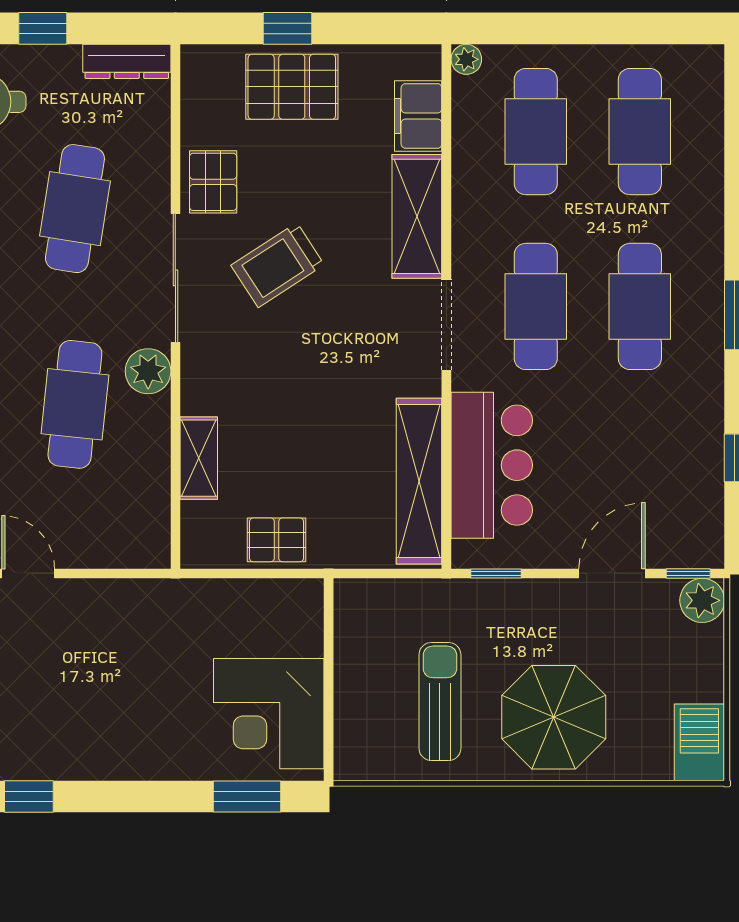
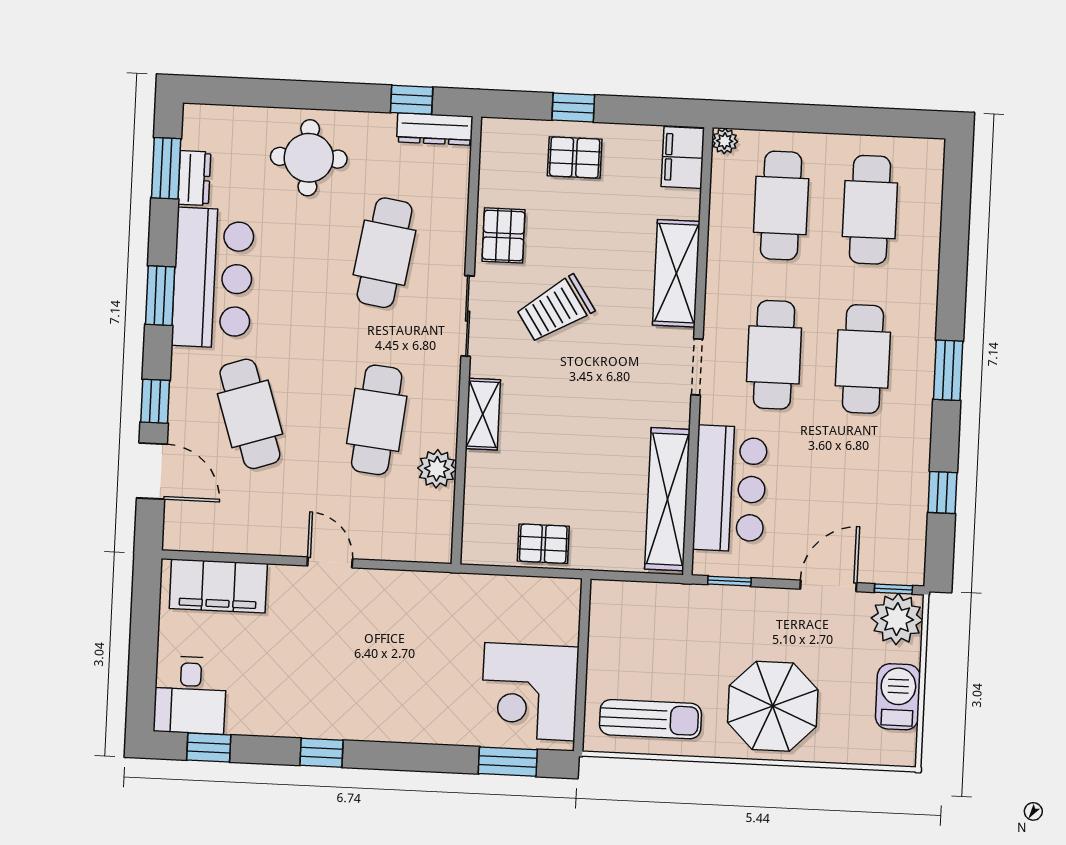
window: (43, 28) -> (412, 100), moved
pallet: (292, 87) -> (575, 157), width x0.67, depth x0.71
filing cabinet: (418, 116) -> (683, 157), moved
sliding door: (175, 278) -> (468, 316), width x0.73
doorway: (446, 325) -> (697, 367), width x0.73
plant: (148, 371) -> (437, 469), moved
shelving: (199, 458) -> (483, 414), moved
plant: (702, 600) -> (897, 619), width x1.36, depth x1.36
sun lounger: (440, 702) -> (650, 719), moved, turned 90
barbecue: (699, 742) -> (898, 697), moved

